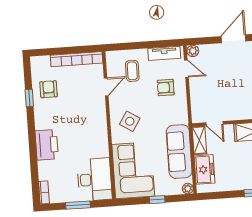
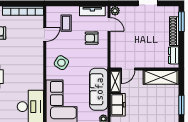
door: (214, 123) -> (128, 69), hinge flipped

